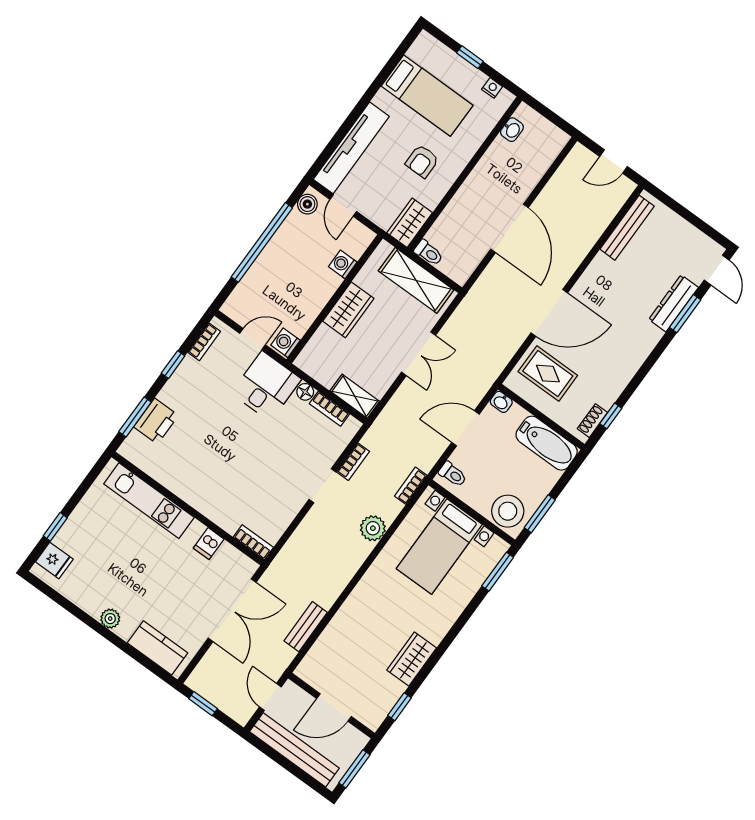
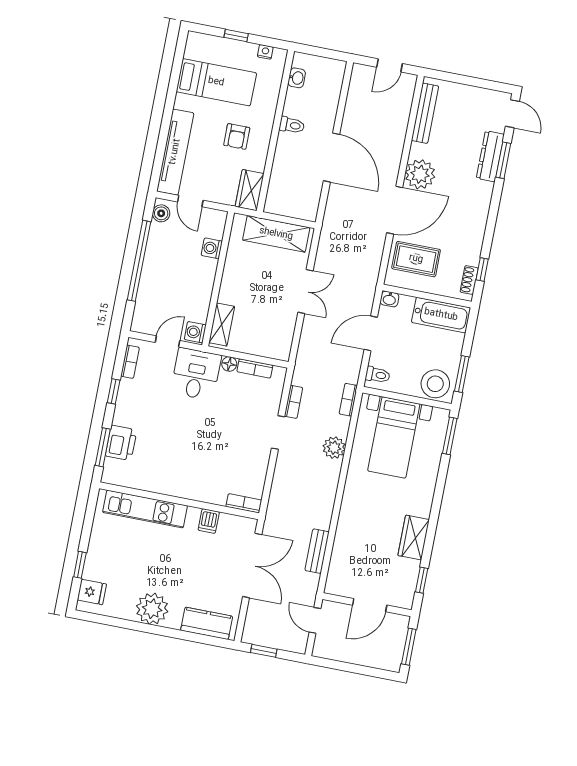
toilet: (429, 253) -> (292, 125), moved
plant: (593, 288) -> (420, 174), added
wardrobe: (348, 310) -> (233, 282), removed
shelving: (355, 396) -> (222, 325), moved, turned 90
plant: (110, 619) -> (152, 609), width x1.88, depth x1.88
bench: (294, 750) -> (354, 654), removed

